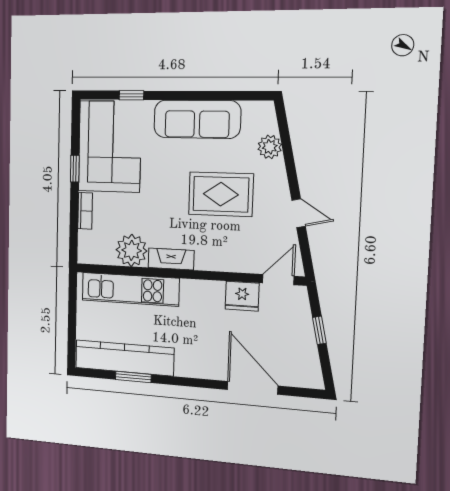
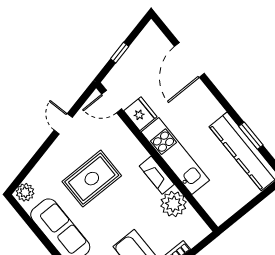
plant: (270, 147) -> (25, 192), moved
rug: (221, 194) -> (92, 179), turned 90
kitchen unit: (130, 289) -> (175, 156), moved

